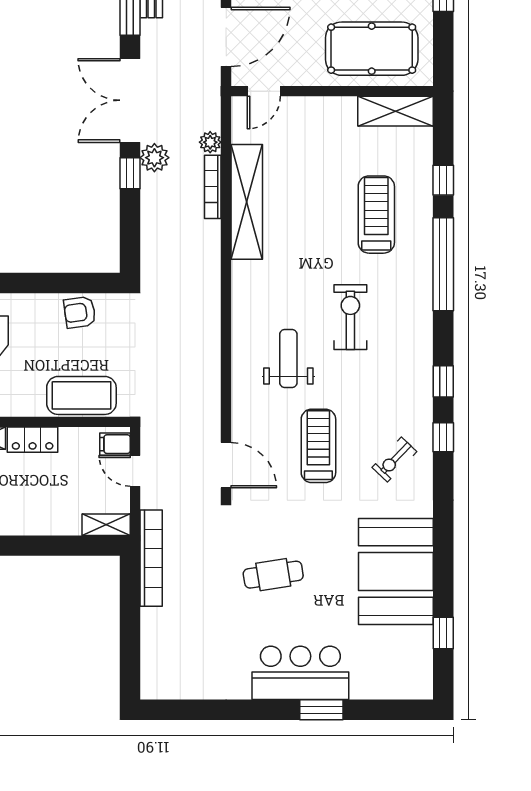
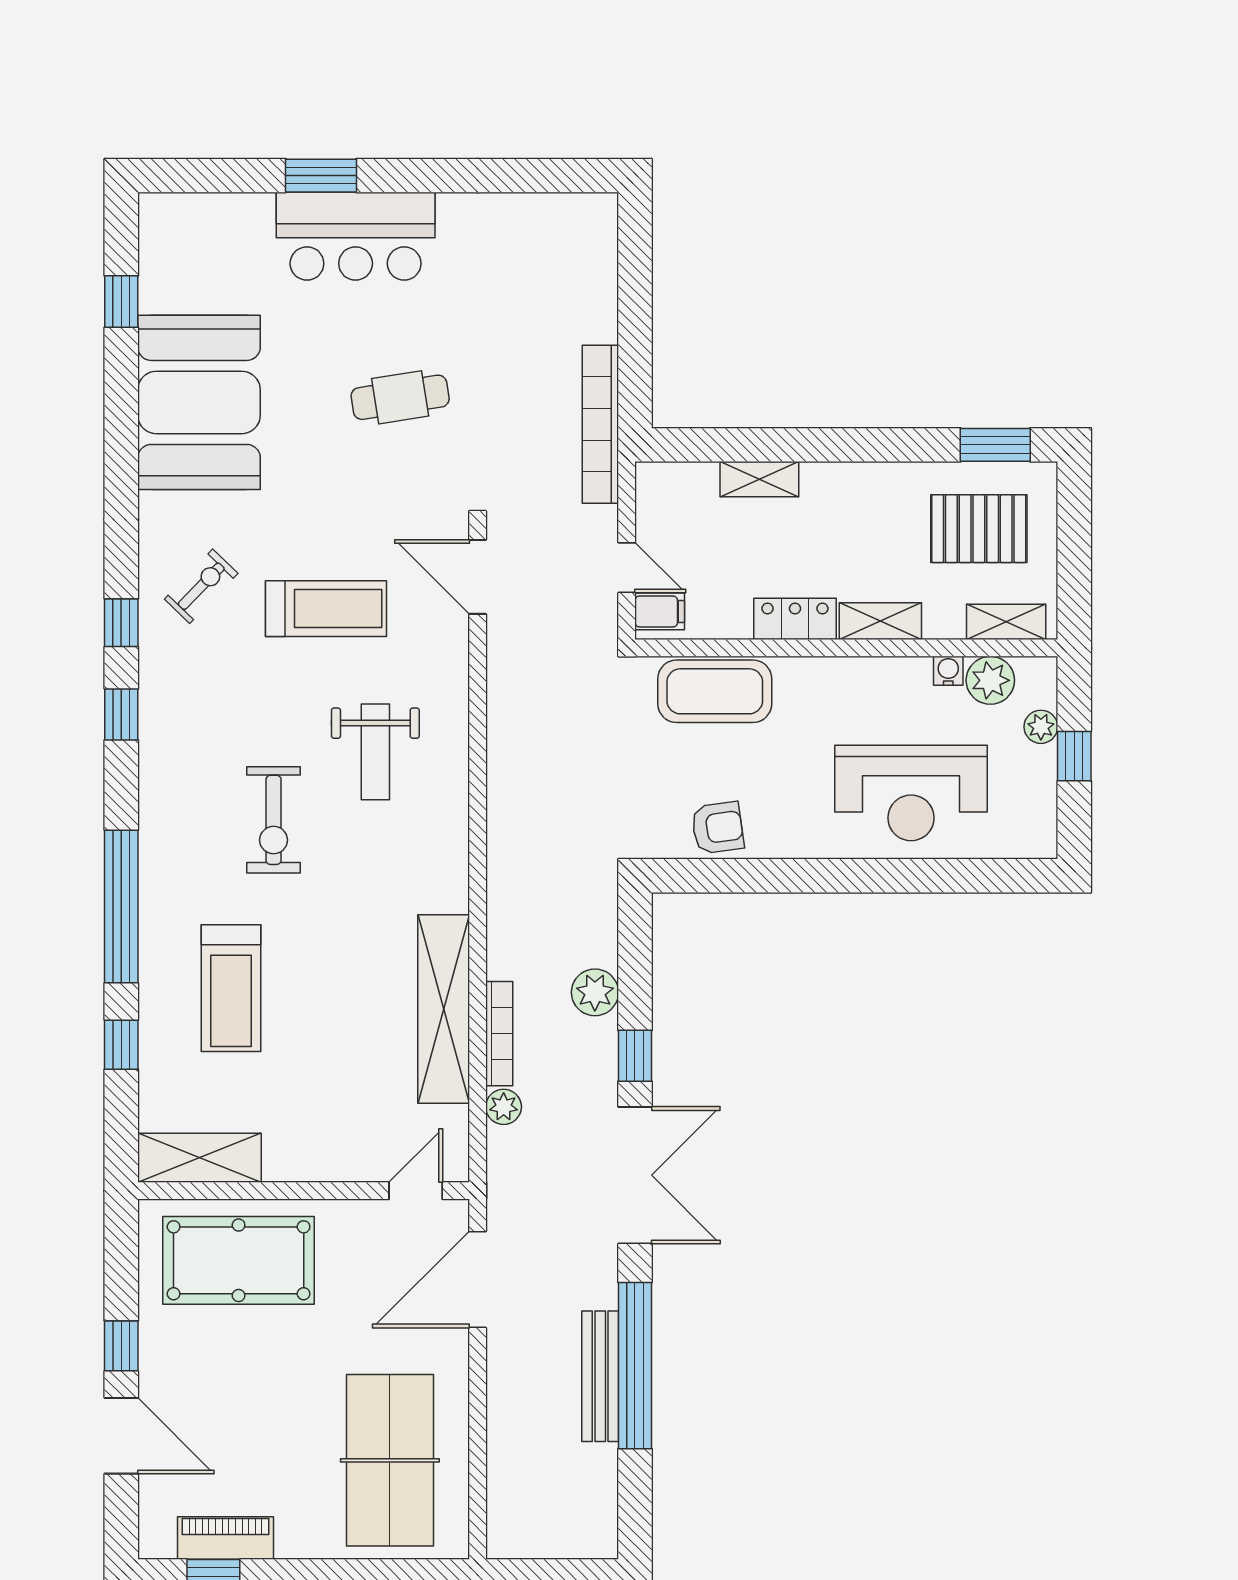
plant: (154, 158) -> (595, 992), moved
treadmill: (318, 446) -> (326, 609), turned -90
shelving: (106, 525) -> (759, 479), moved

